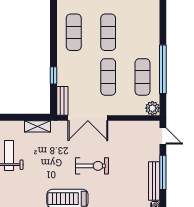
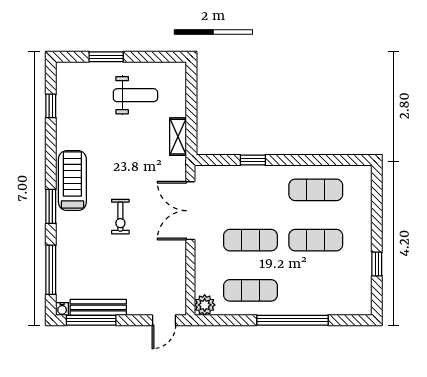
window: (163, 69) -> (292, 320), moved
bench: (62, 101) -> (215, 173), removed
exercise bike: (92, 166) -> (120, 217), width x0.73, depth x0.72
window: (163, 172) -> (91, 320), moved

